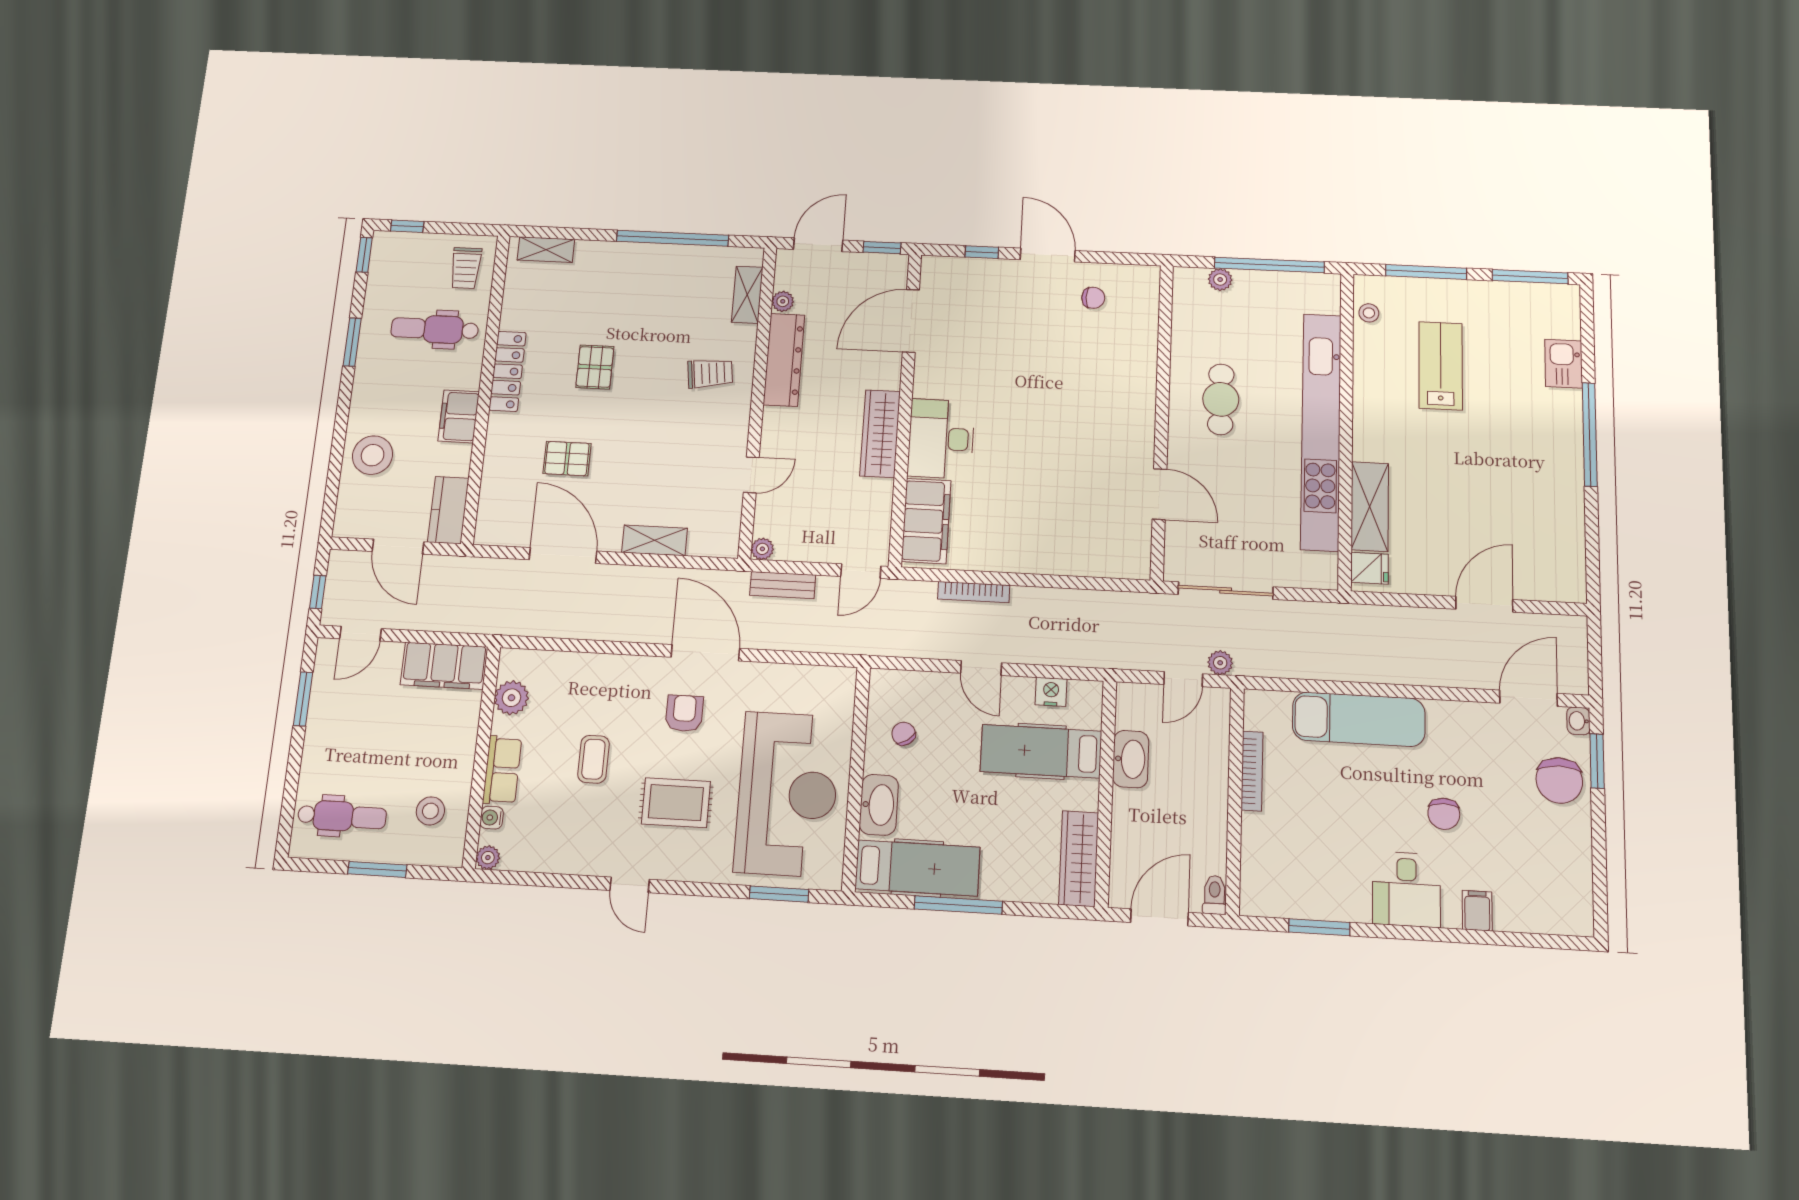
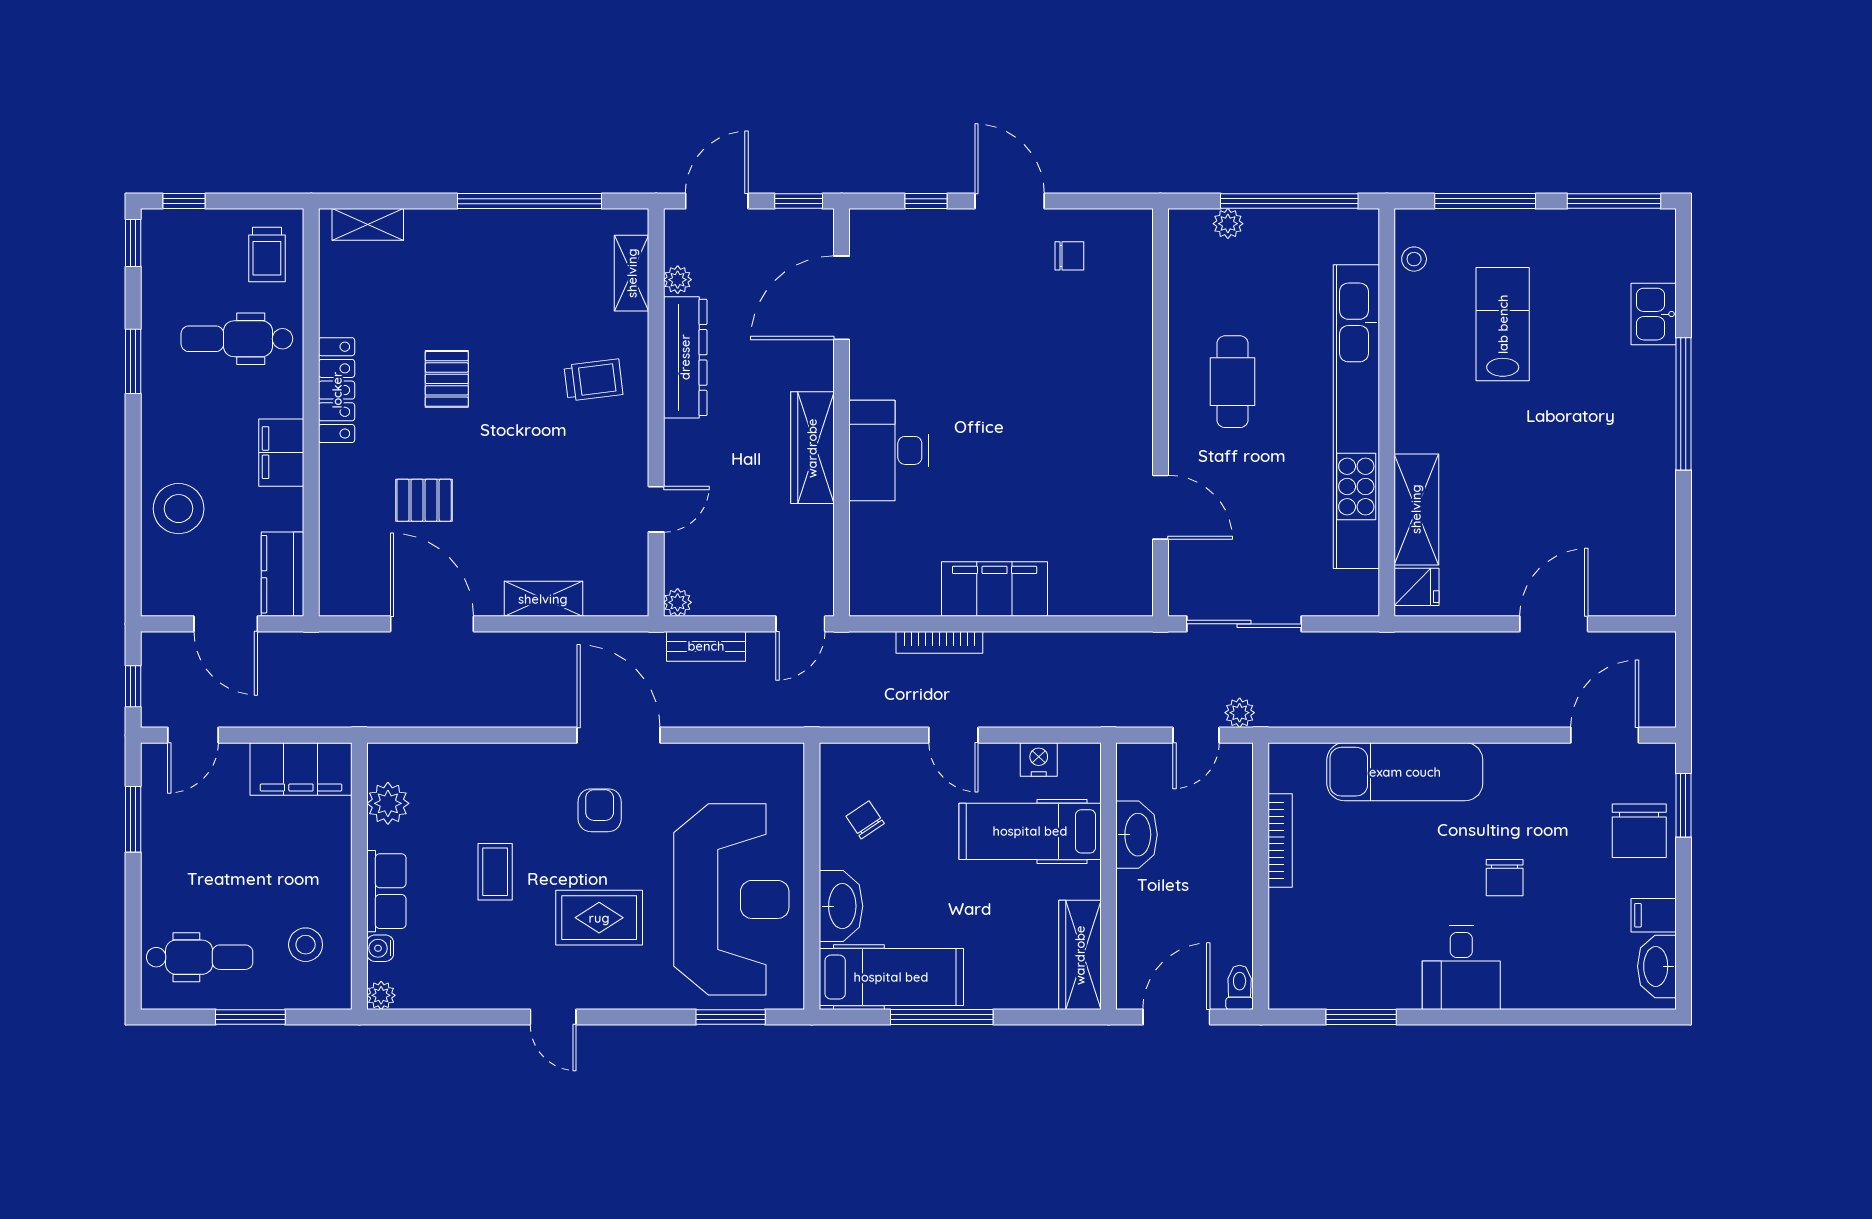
filing cabinet: (926, 521) -> (995, 589), moved, turned -90
washbasin: (1578, 721) -> (1657, 966), moved, width x1.91, depth x1.45
filing cabinet: (1477, 911) -> (1654, 915), moved, turned -90

